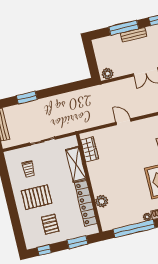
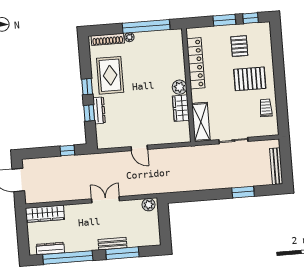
wardrobe: (90, 149) -> (181, 108), moved
shelving: (76, 164) -> (201, 122), moved
trolley: (28, 169) -> (266, 108), moved
plant: (102, 201) -> (179, 87), moved
window: (77, 242) -> (224, 20), moved

